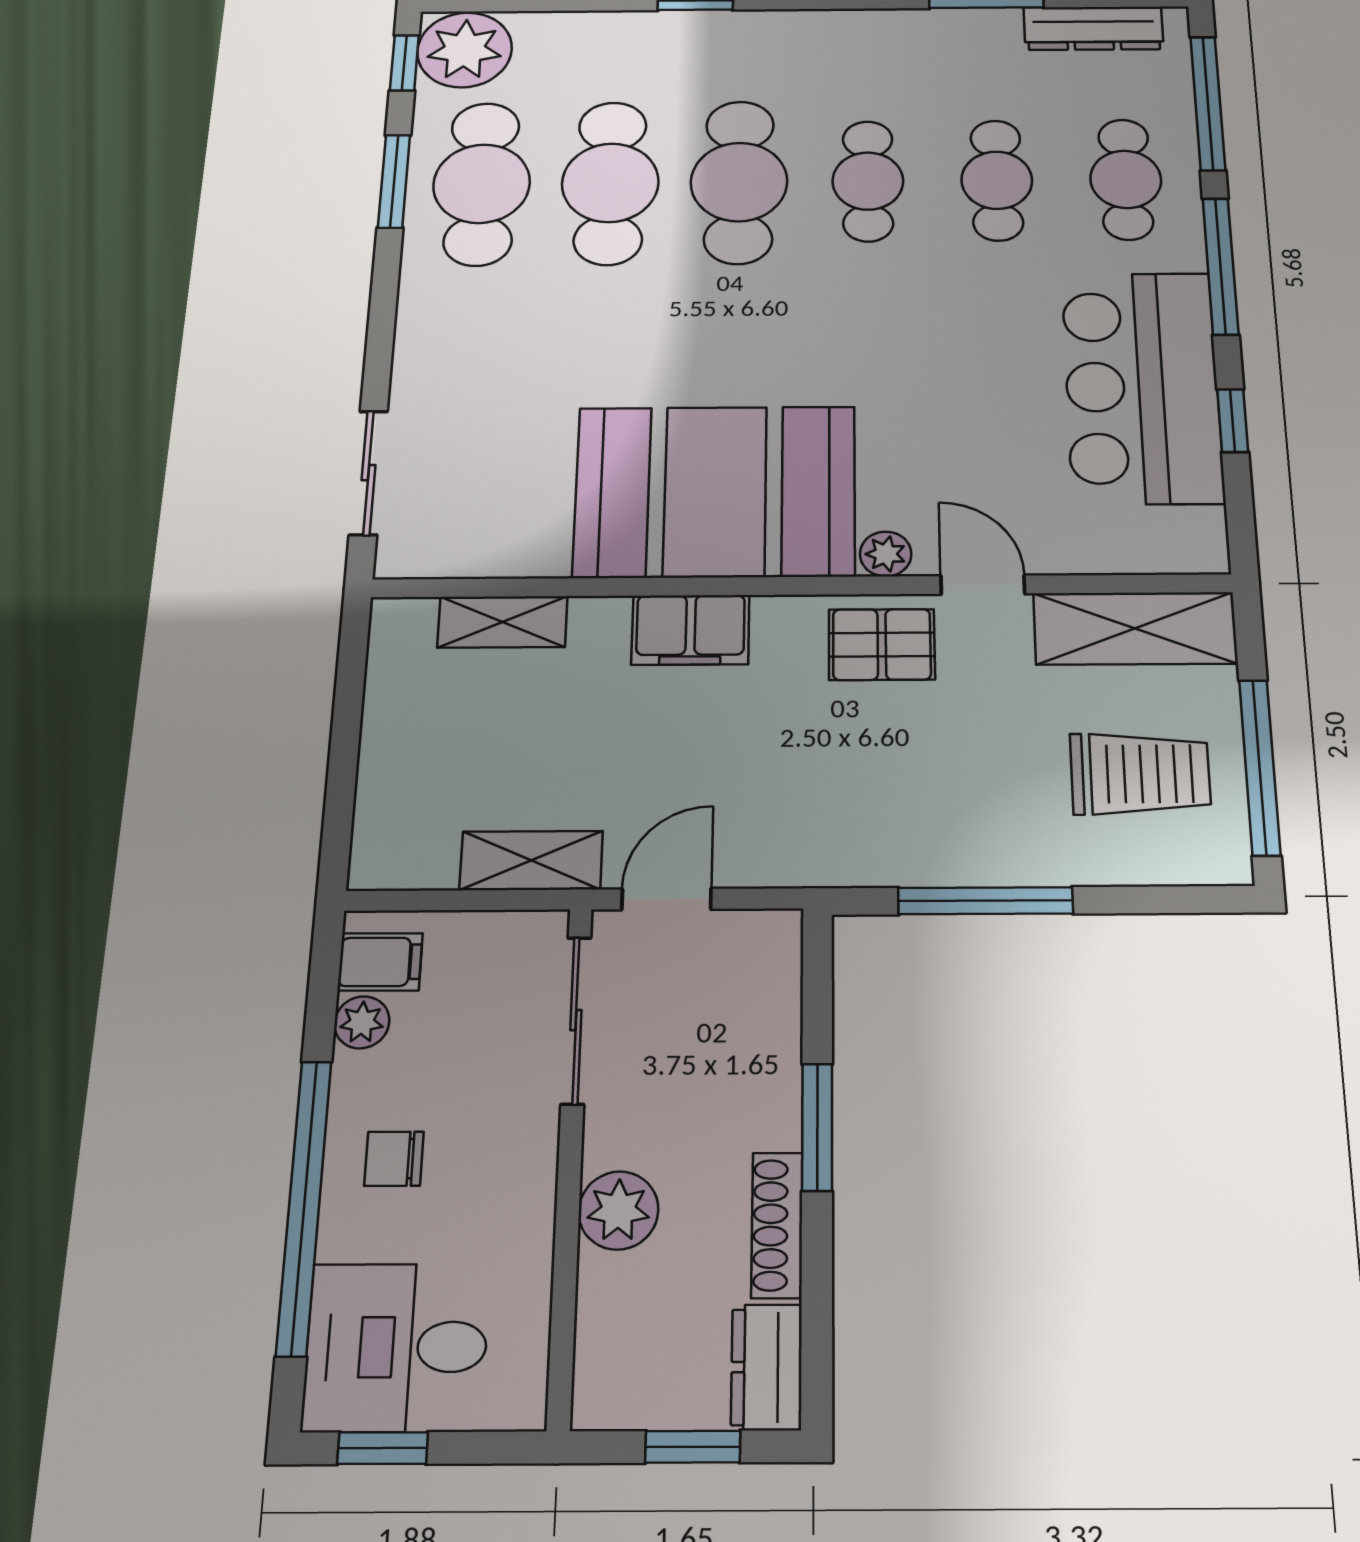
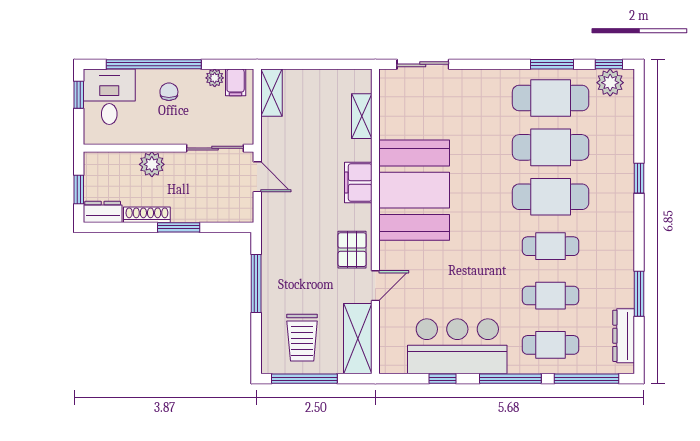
plant: (465, 50) -> (610, 83), width x0.73, depth x0.73
plant: (886, 554) -> (388, 251), removed
shelving: (531, 860) -> (271, 93), moved

